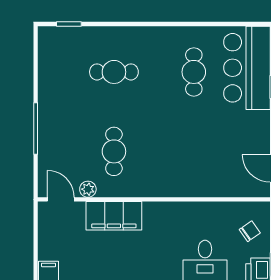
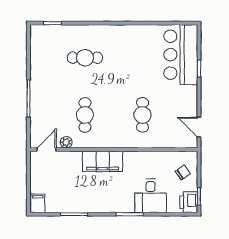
cafe table: (194, 72) -> (142, 115), moved
door: (61, 199) -> (47, 150), hinge flipped
filing cabinet: (114, 216) -> (103, 161), moved

